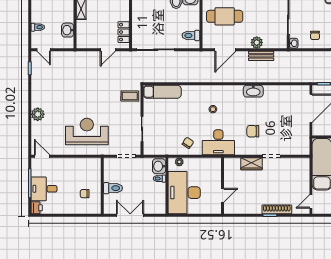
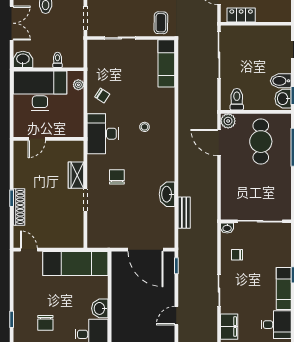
plant: (257, 42) -> (228, 121), moved
bench: (261, 56) -> (184, 213), moved
washbasin: (253, 91) -> (167, 194), moved
washbasin: (159, 166) -> (23, 59), moved
door: (222, 195) -> (37, 139), hinge flipped

